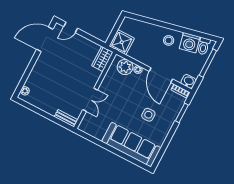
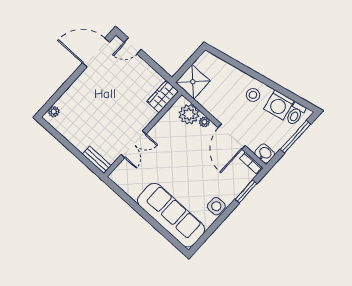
side table: (148, 115) -> (216, 206), moved

